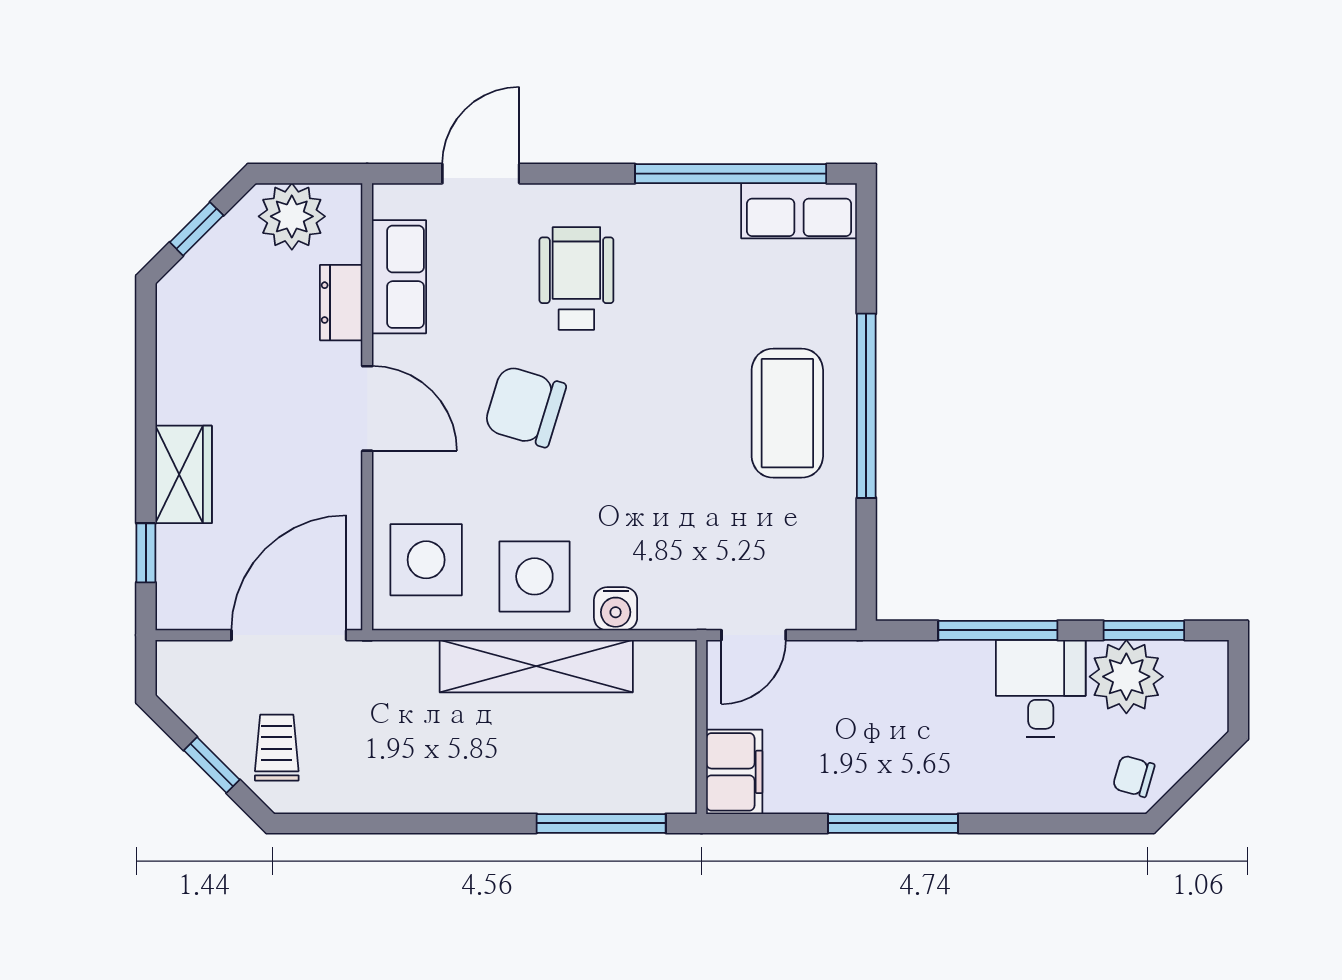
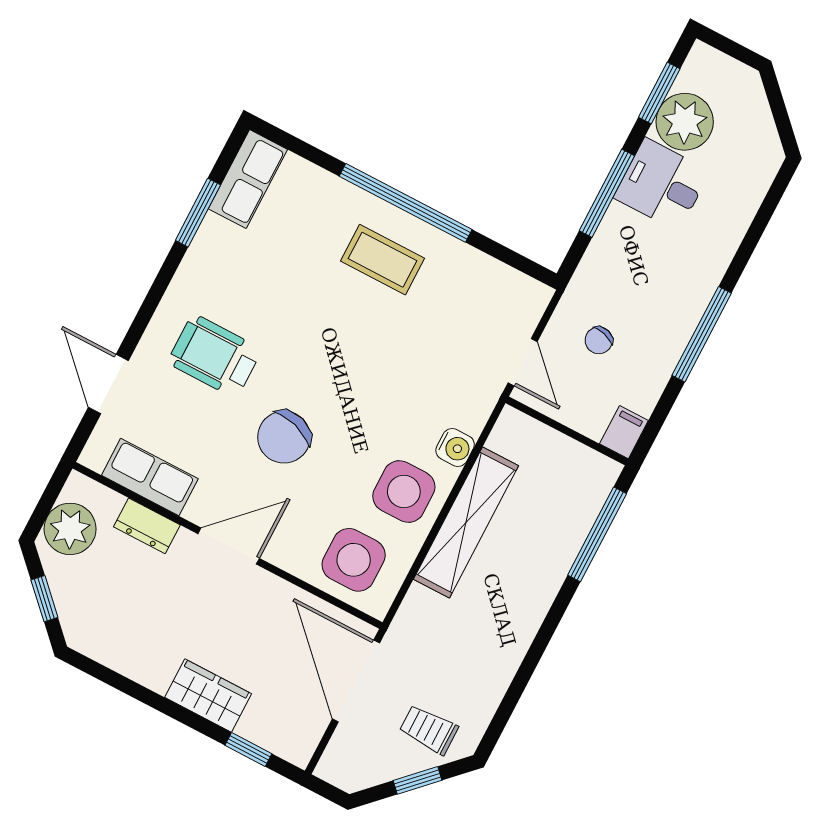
window: (731, 174) -> (198, 213), width x0.47
coffee table: (787, 413) -> (383, 260), width x0.73, depth x0.76
filing cabinet: (734, 772) -> (624, 432), width x0.50
chair: (1134, 776) -> (599, 340), moved

